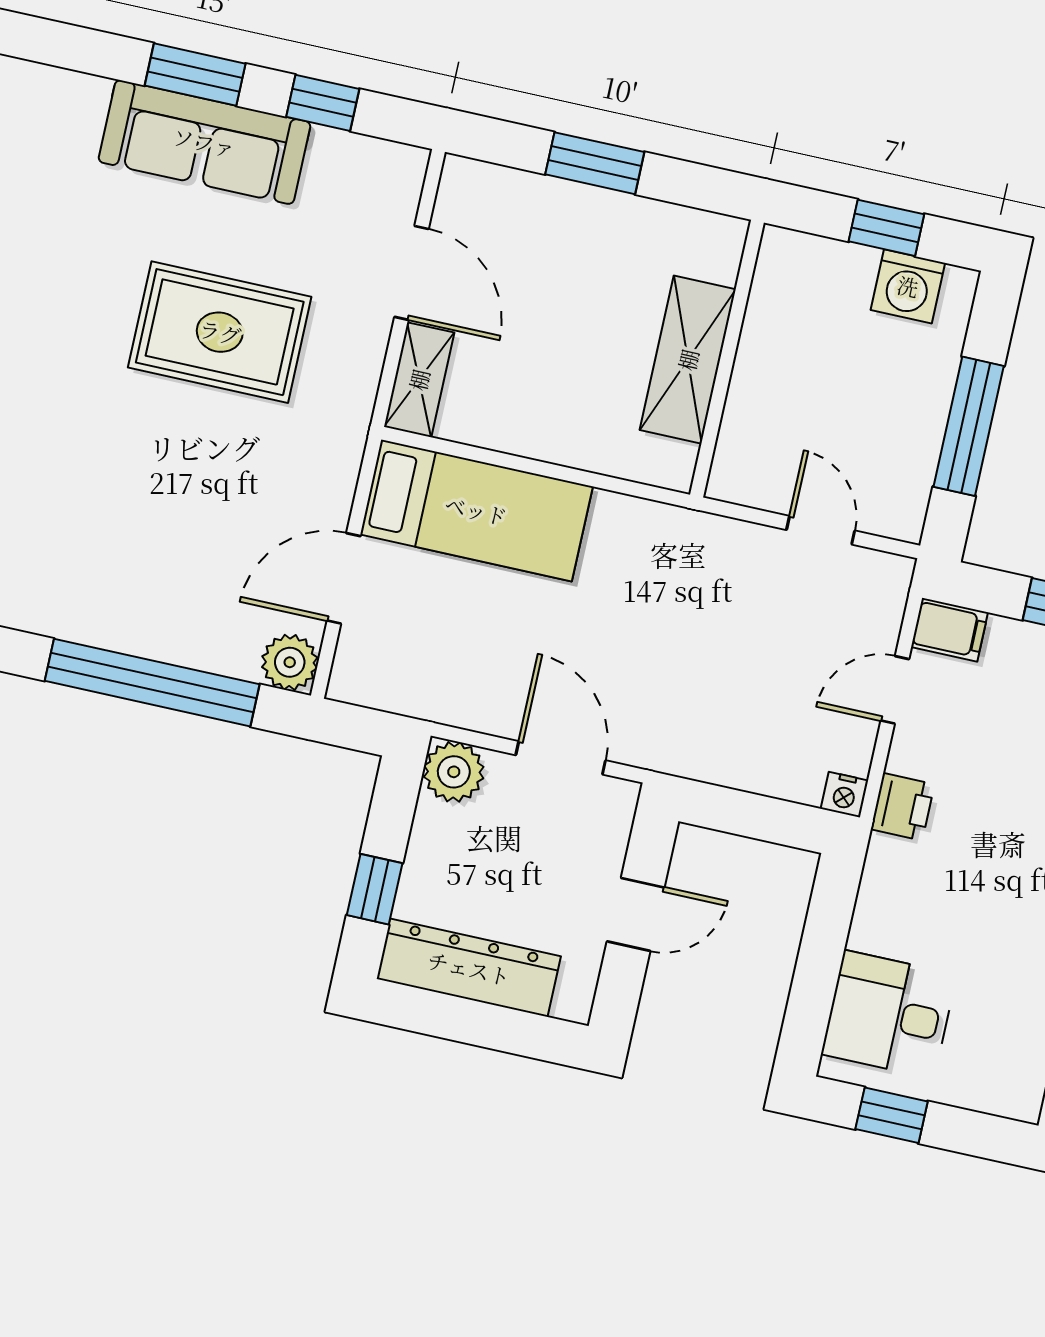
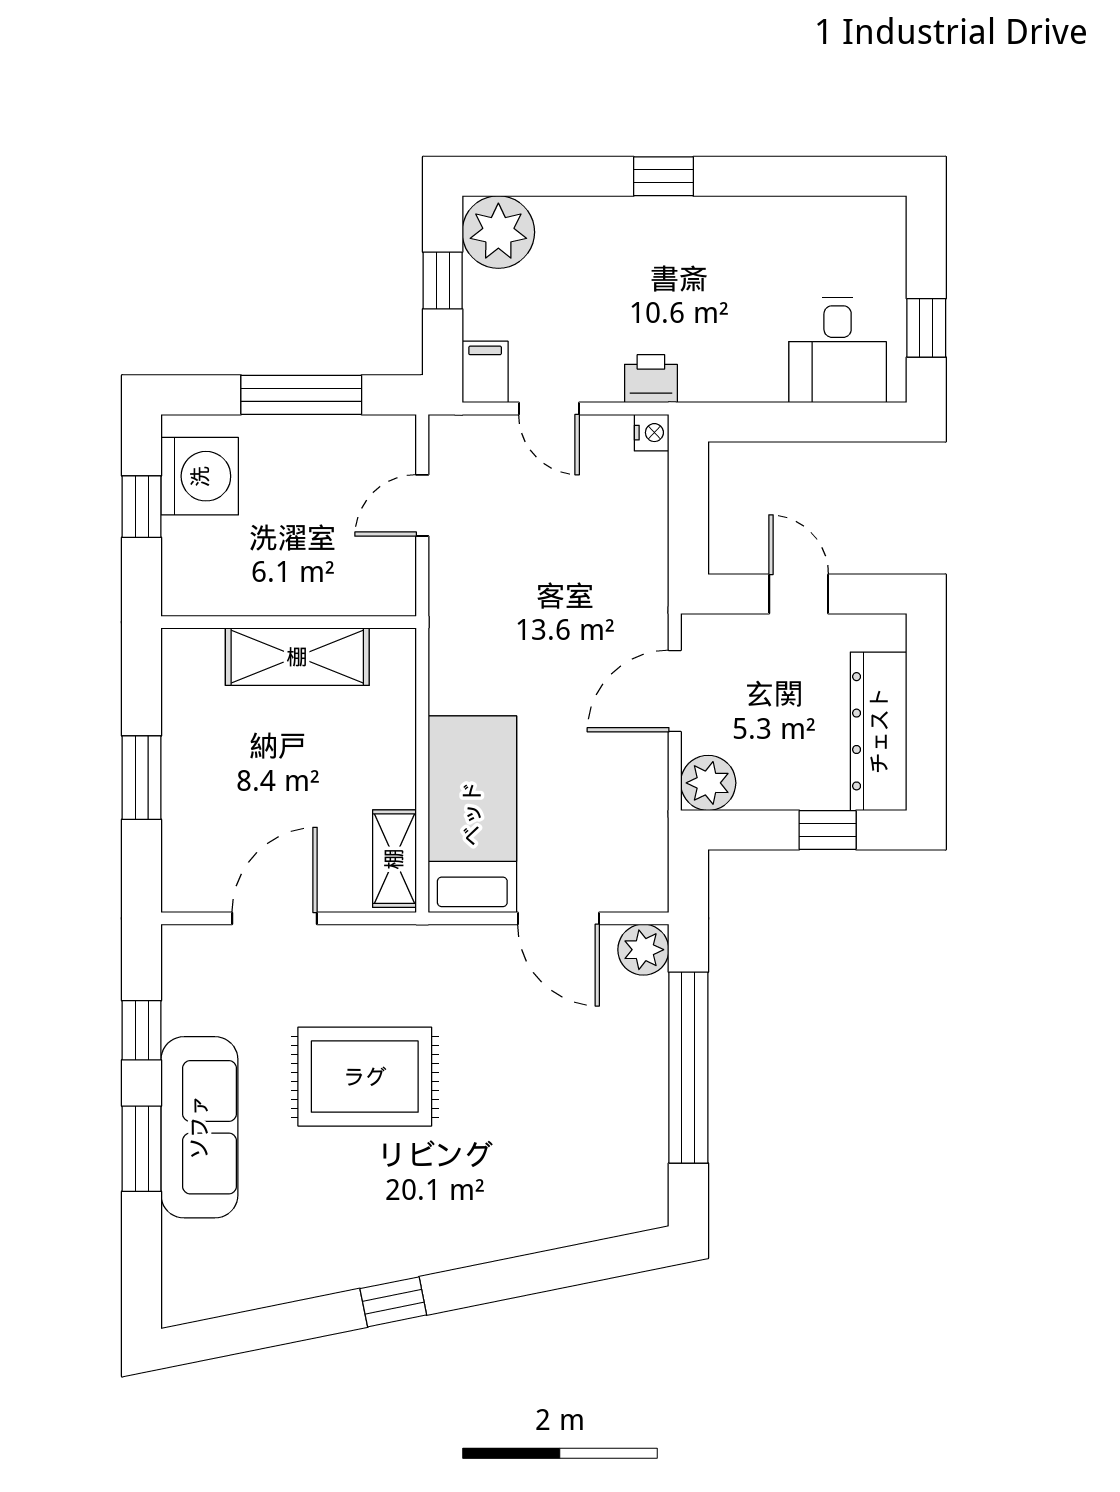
washing machine: (908, 286) -> (200, 476), width x1.37, depth x1.37
rug: (220, 332) -> (365, 1077), turned 90
shelving: (419, 380) -> (394, 859), moved, turned 90

